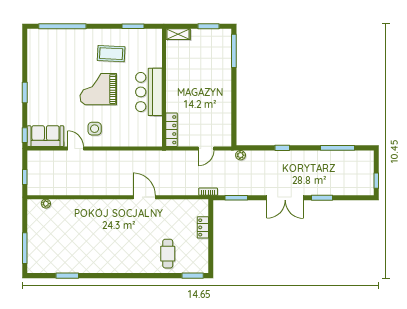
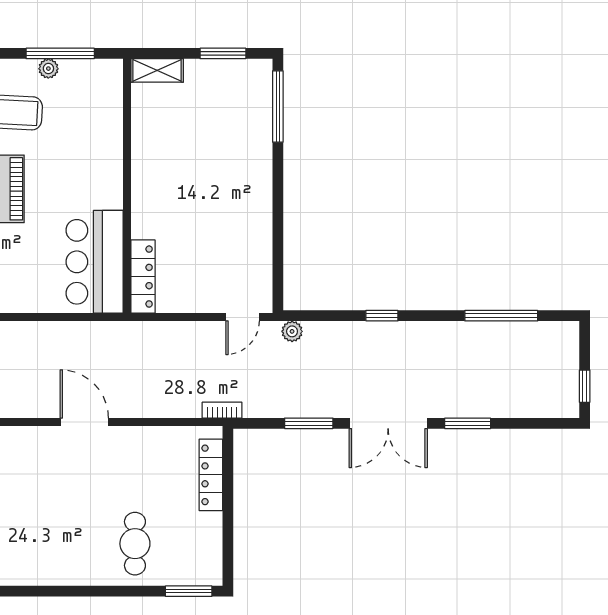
window: (133, 26) -> (60, 53), width x1.44
plant: (128, 33) -> (48, 69), added
bar counter: (149, 92) -> (95, 262), moved
door: (206, 149) -> (243, 317), moved
window: (236, 198) -> (309, 423), moved
locker: (203, 227) -> (211, 475), width x1.53

